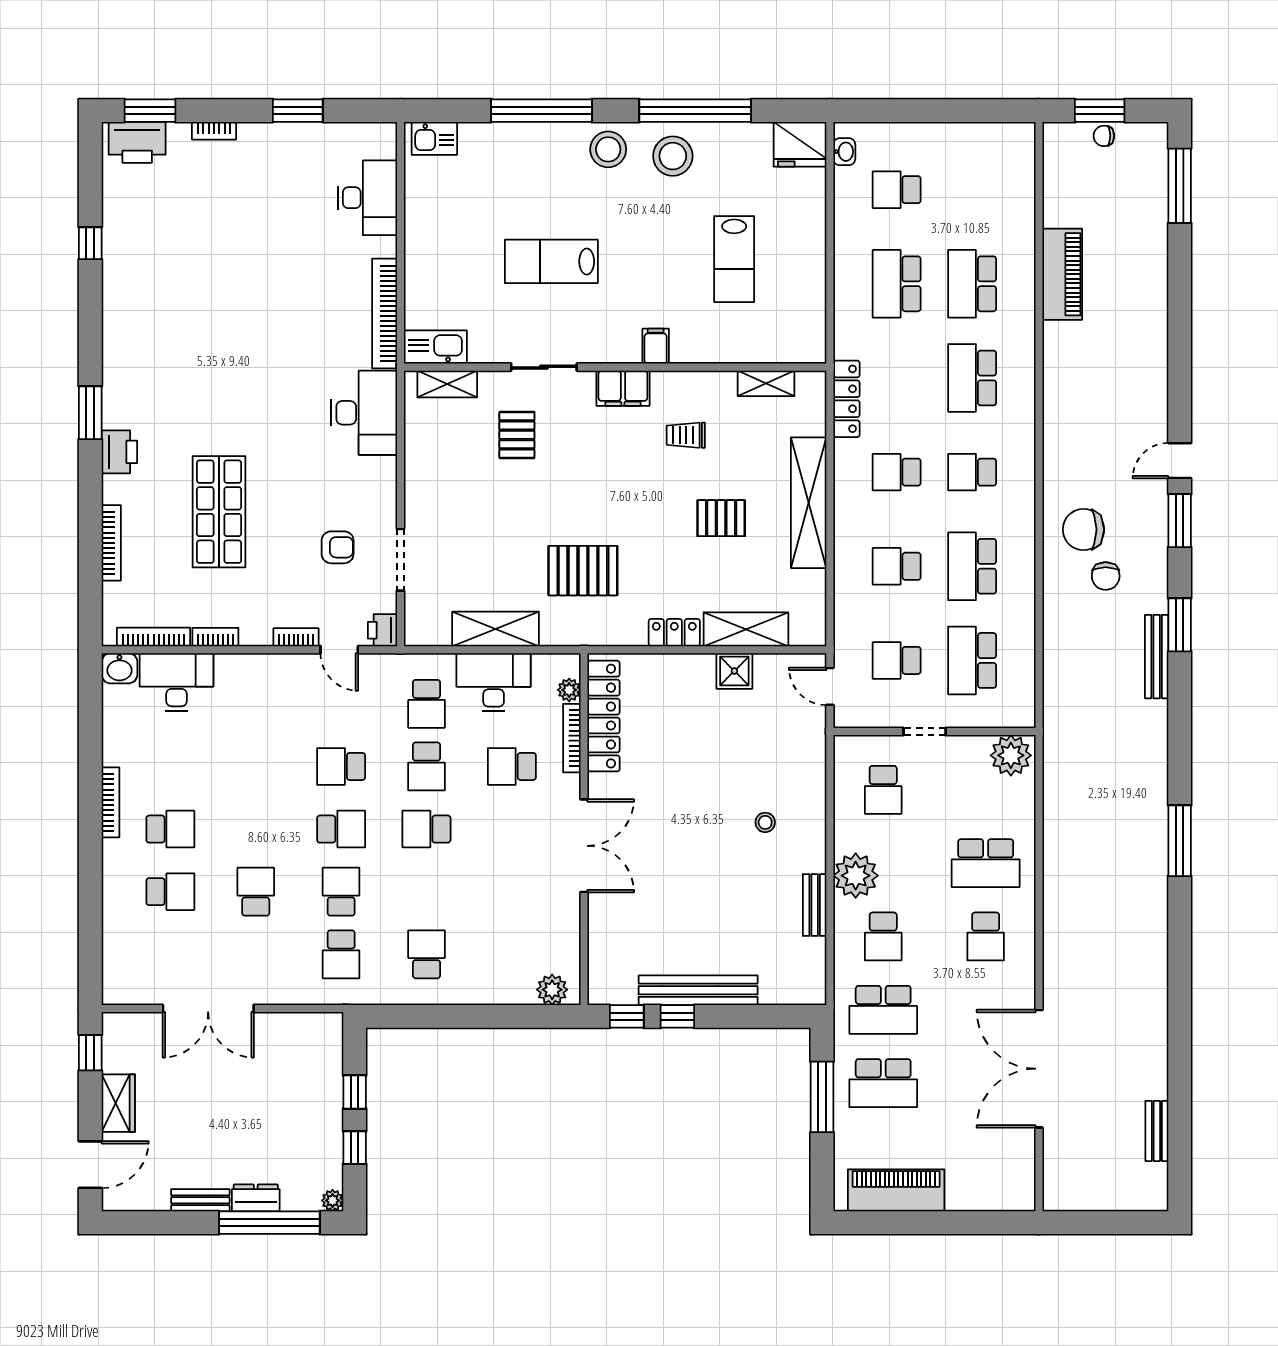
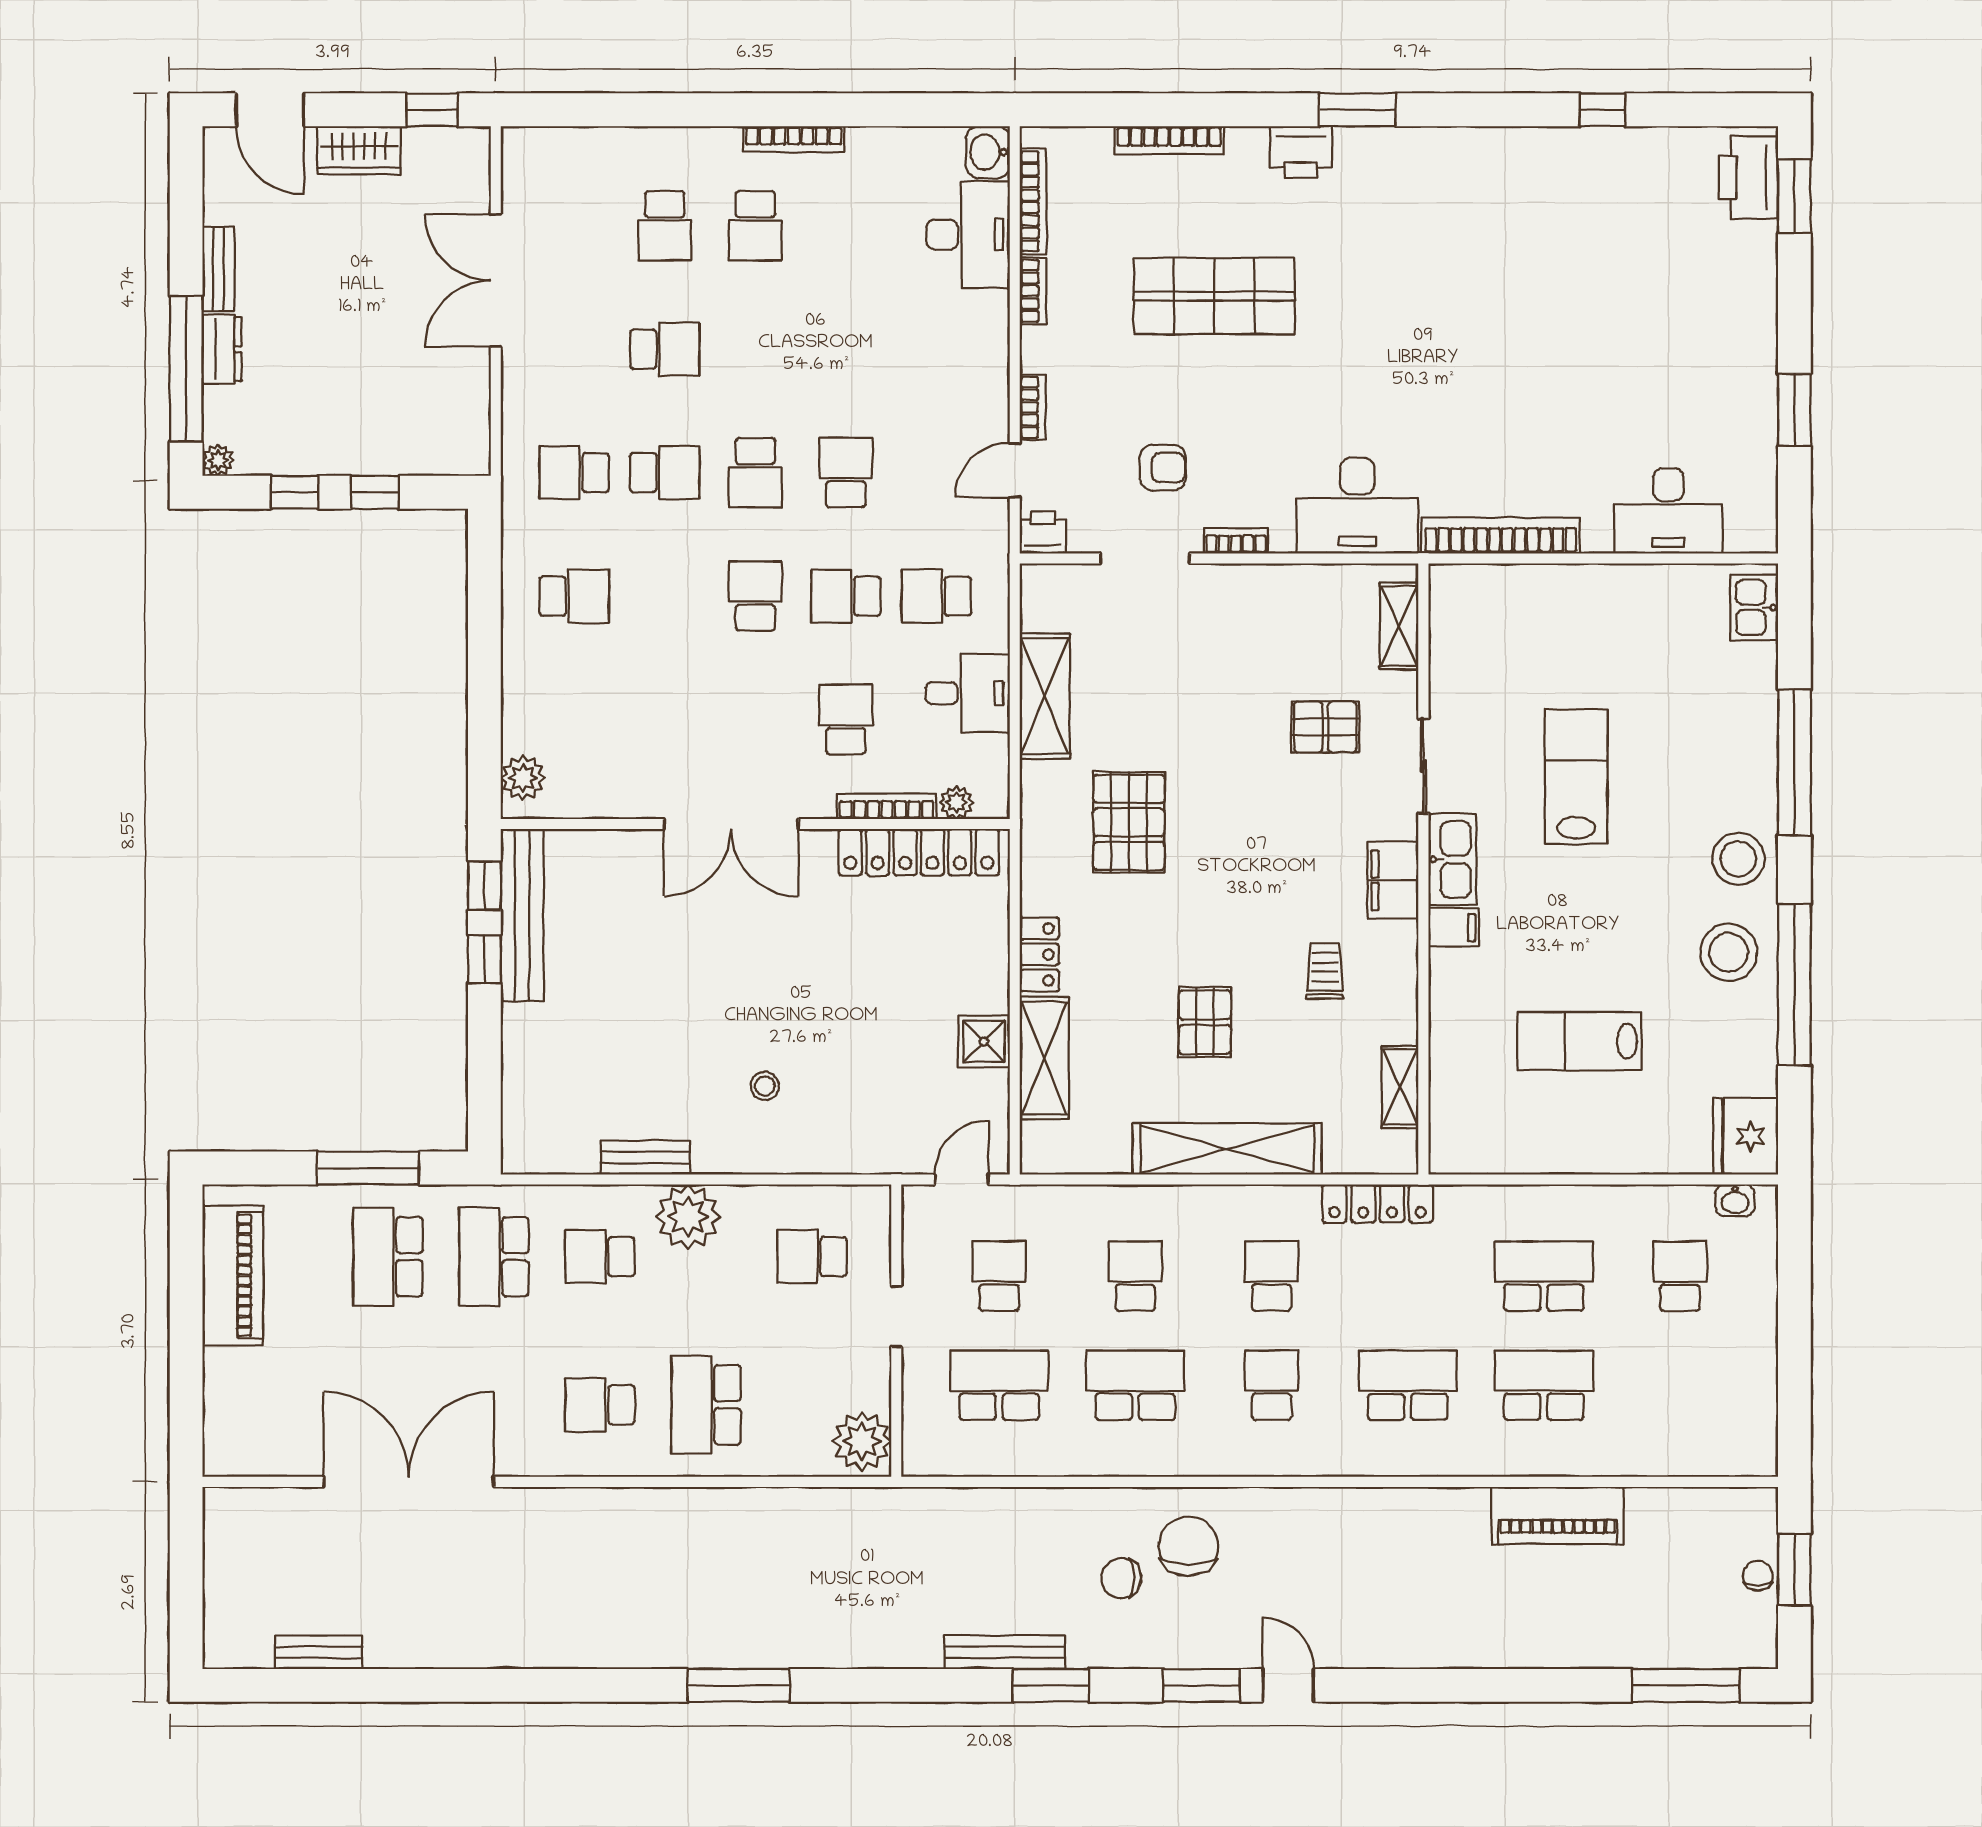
bookcase: (214, 131) -> (1236, 541), moved, turned 90
kitchen sink: (435, 347) -> (1452, 859), moved
armchair: (338, 547) -> (1163, 468), turned -90
desk: (494, 682) -> (968, 693), width x0.73
bench: (698, 990) -> (522, 915), moved

